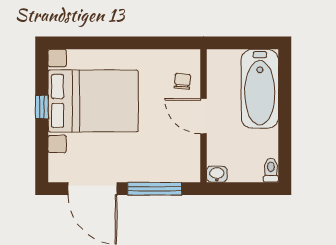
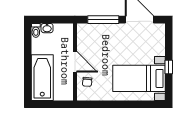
bed with nightstands: (93, 101) -> (139, 78), width x0.73
washbasin: (217, 174) -> (47, 28), moved

